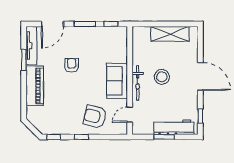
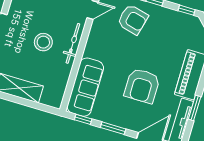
armchair: (72, 65) -> (142, 86), width x1.88, depth x1.88
sofa: (117, 81) -> (85, 87), moved, width x1.36

